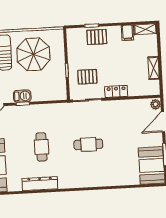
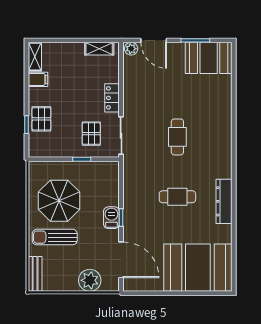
shelving: (154, 68) -> (99, 49), moved

